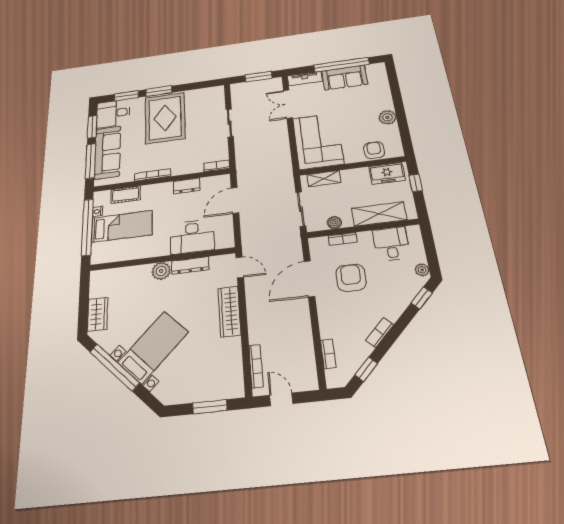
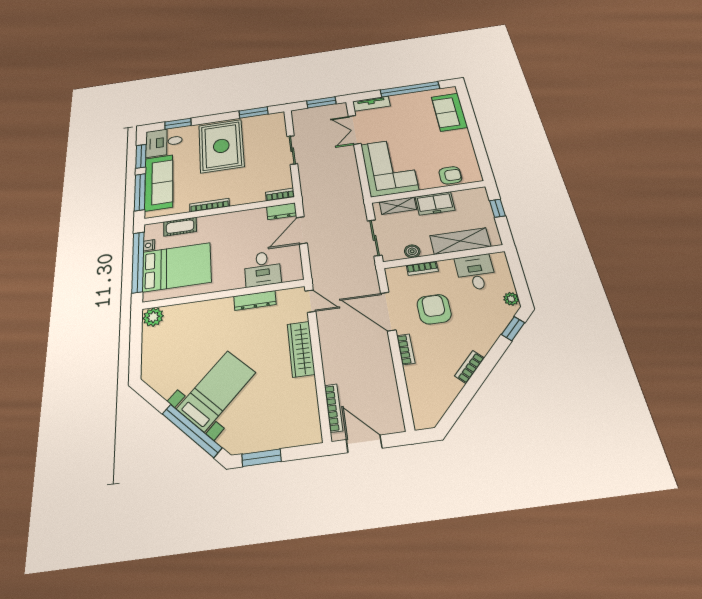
sofa: (345, 78) -> (449, 112), moved, turned 90
window: (159, 91) -> (254, 112), moved
plant: (387, 117) -> (462, 142), removed
armchair: (374, 150) -> (450, 175), turned 90
freezer: (387, 173) -> (435, 203), moved
dresser: (187, 186) -> (282, 211), moved
bed: (122, 226) -> (177, 267), width x1.50
desk: (192, 237) -> (262, 269), width x0.73
plant: (161, 271) -> (153, 317), moved
door: (309, 279) -> (388, 311), hinge flipped
wardrobe: (98, 314) -> (152, 356), removed
bookcase: (328, 354) -> (406, 349), moved
window: (114, 367) -> (192, 431), moved
window: (366, 369) -> (457, 407), removed
door: (281, 399) -> (364, 444), width x1.38
window: (210, 407) -> (262, 458), moved

